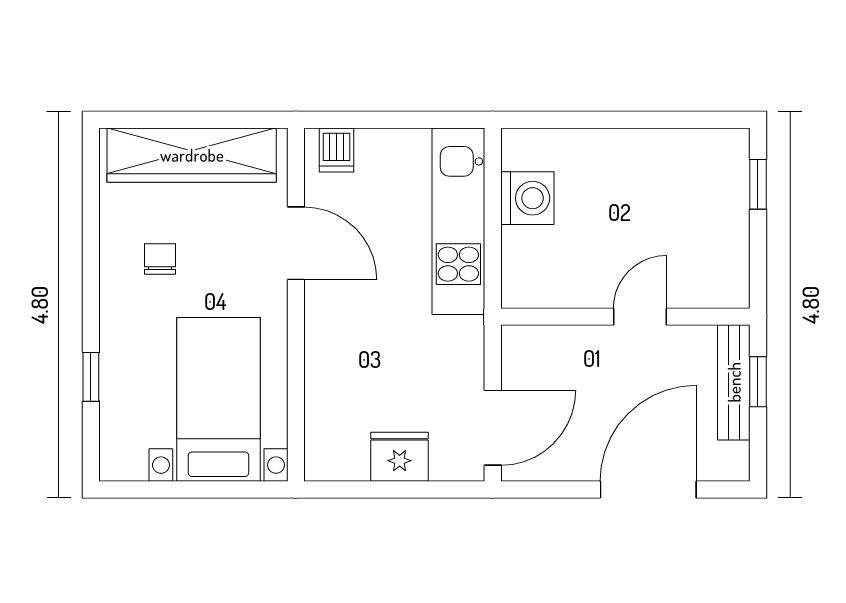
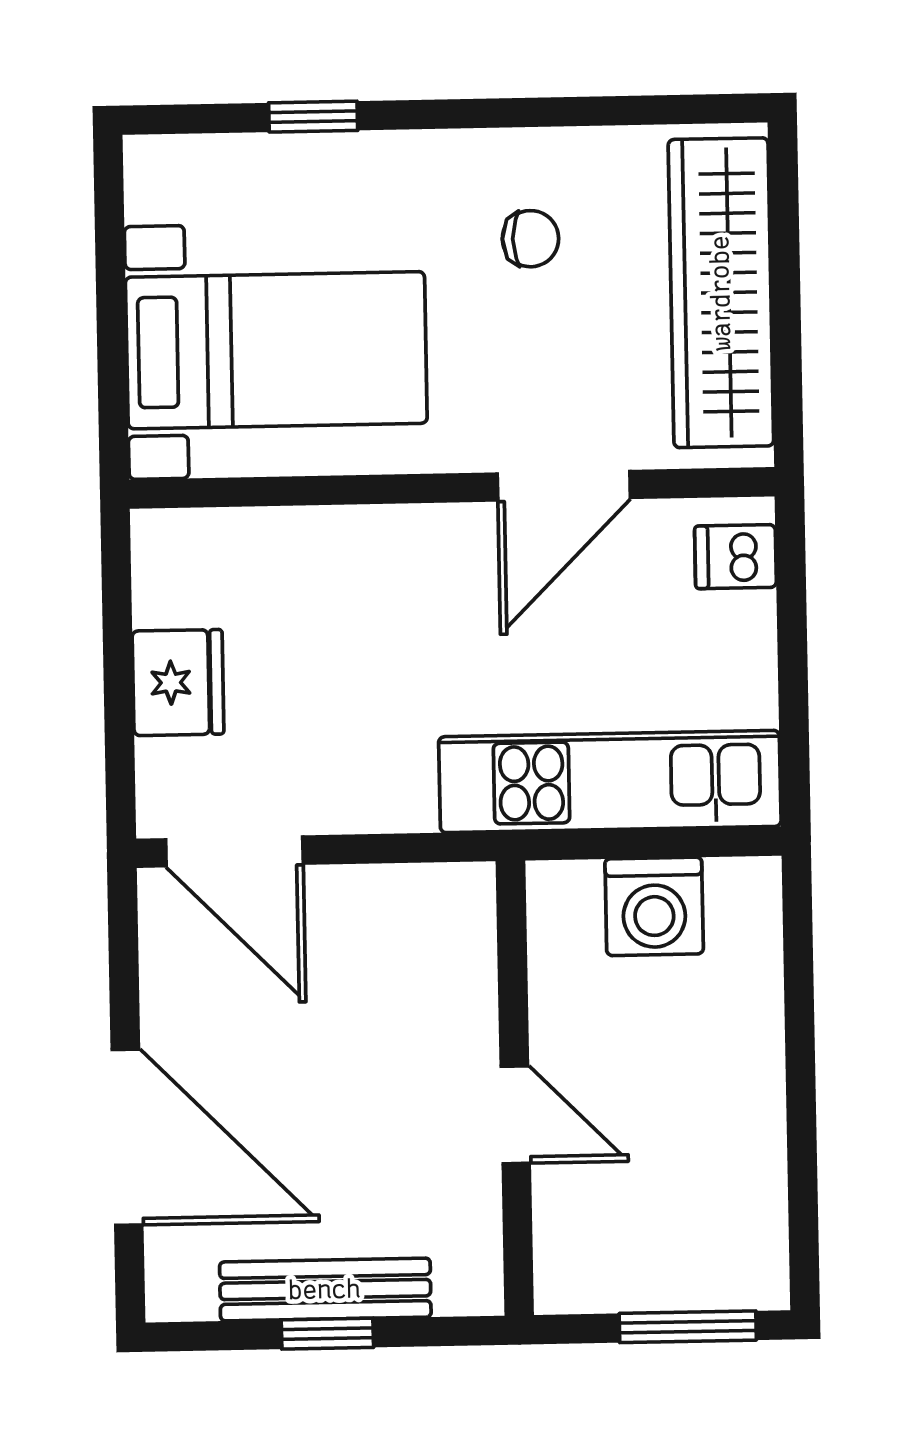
window: (758, 184) -> (688, 1327), width x1.50
wall: (625, 317) -> (515, 1088), moved
door: (640, 317) -> (515, 1115), moved

